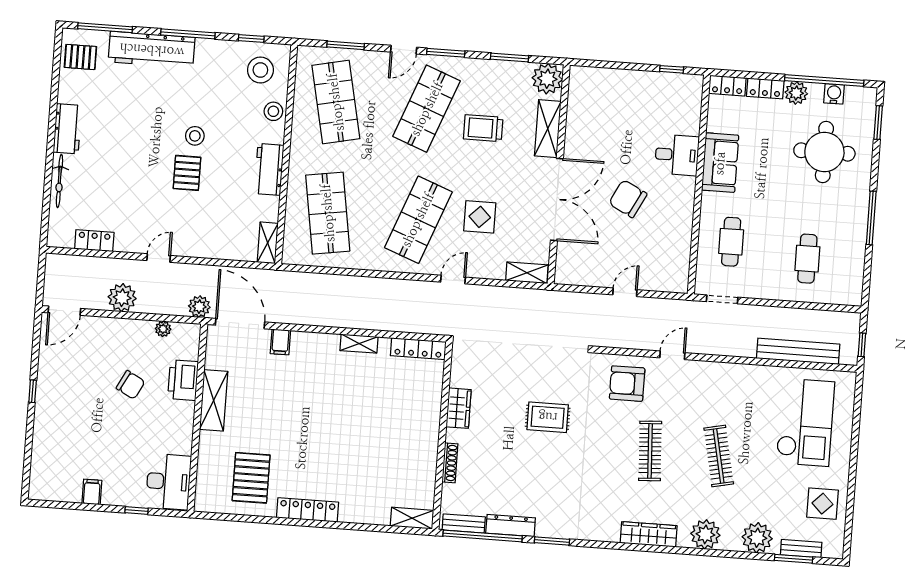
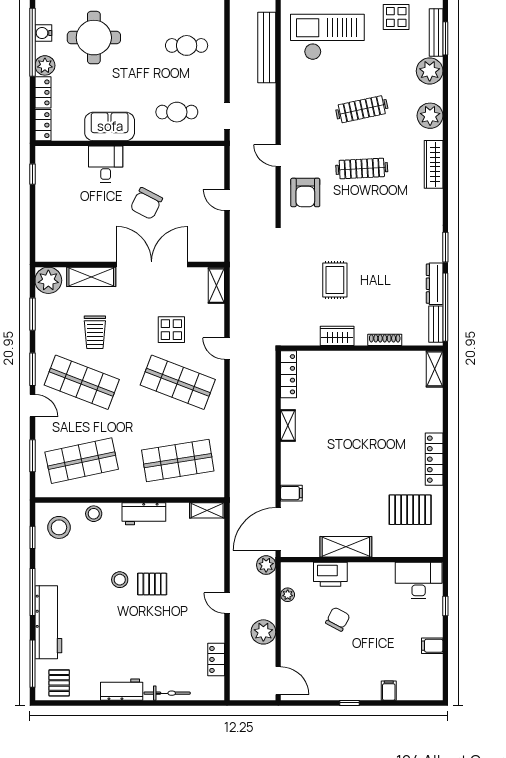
rug: (548, 417) -> (335, 280), moved
filing cabinet: (44, 438) -> (389, 691), added
bench: (801, 549) -> (436, 33), width x1.36

